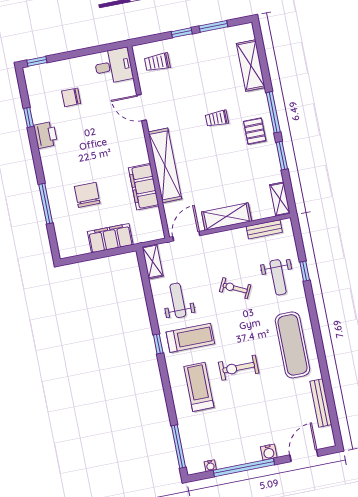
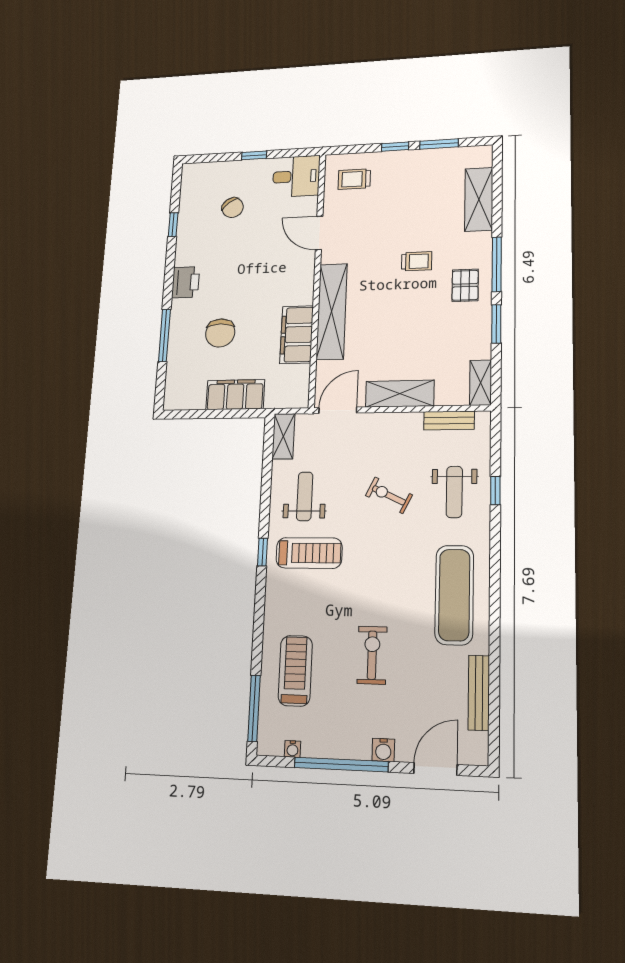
window: (37, 61) -> (254, 155), moved
chair: (71, 97) -> (233, 208), turned -126
trolley: (217, 119) -> (417, 261), turned 180
printer: (45, 135) -> (185, 282), moved
chair: (87, 195) -> (220, 333), turned 180
exercise bike: (239, 368) -> (372, 655), moved, turned 90
treadmill: (199, 387) -> (295, 671), moved

